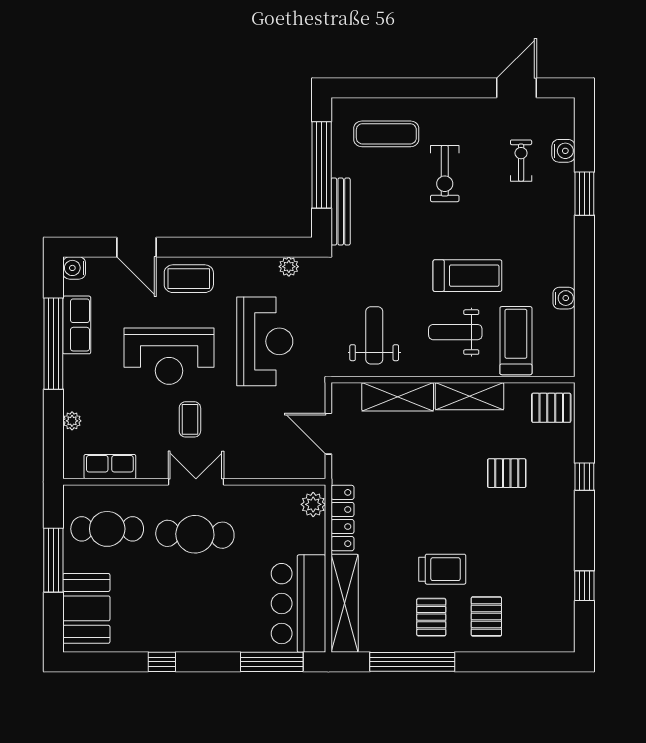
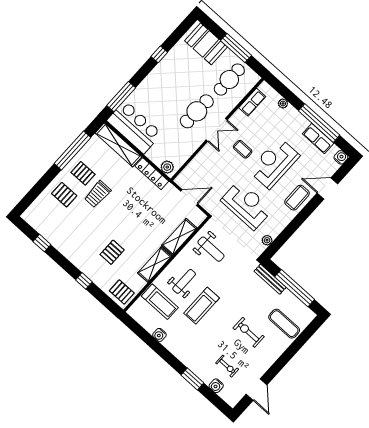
exercise mat: (386, 134) -> (284, 324), turned 90
reception desk: (265, 341) -> (247, 205), turned 180
pallet: (551, 408) -> (122, 292), turned 90

